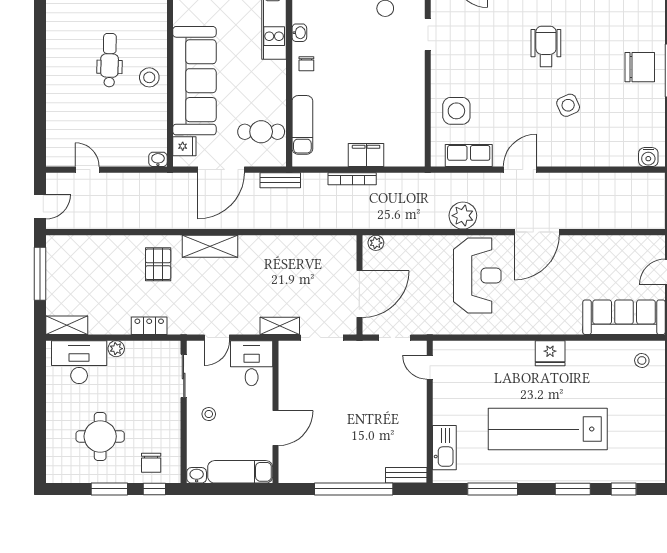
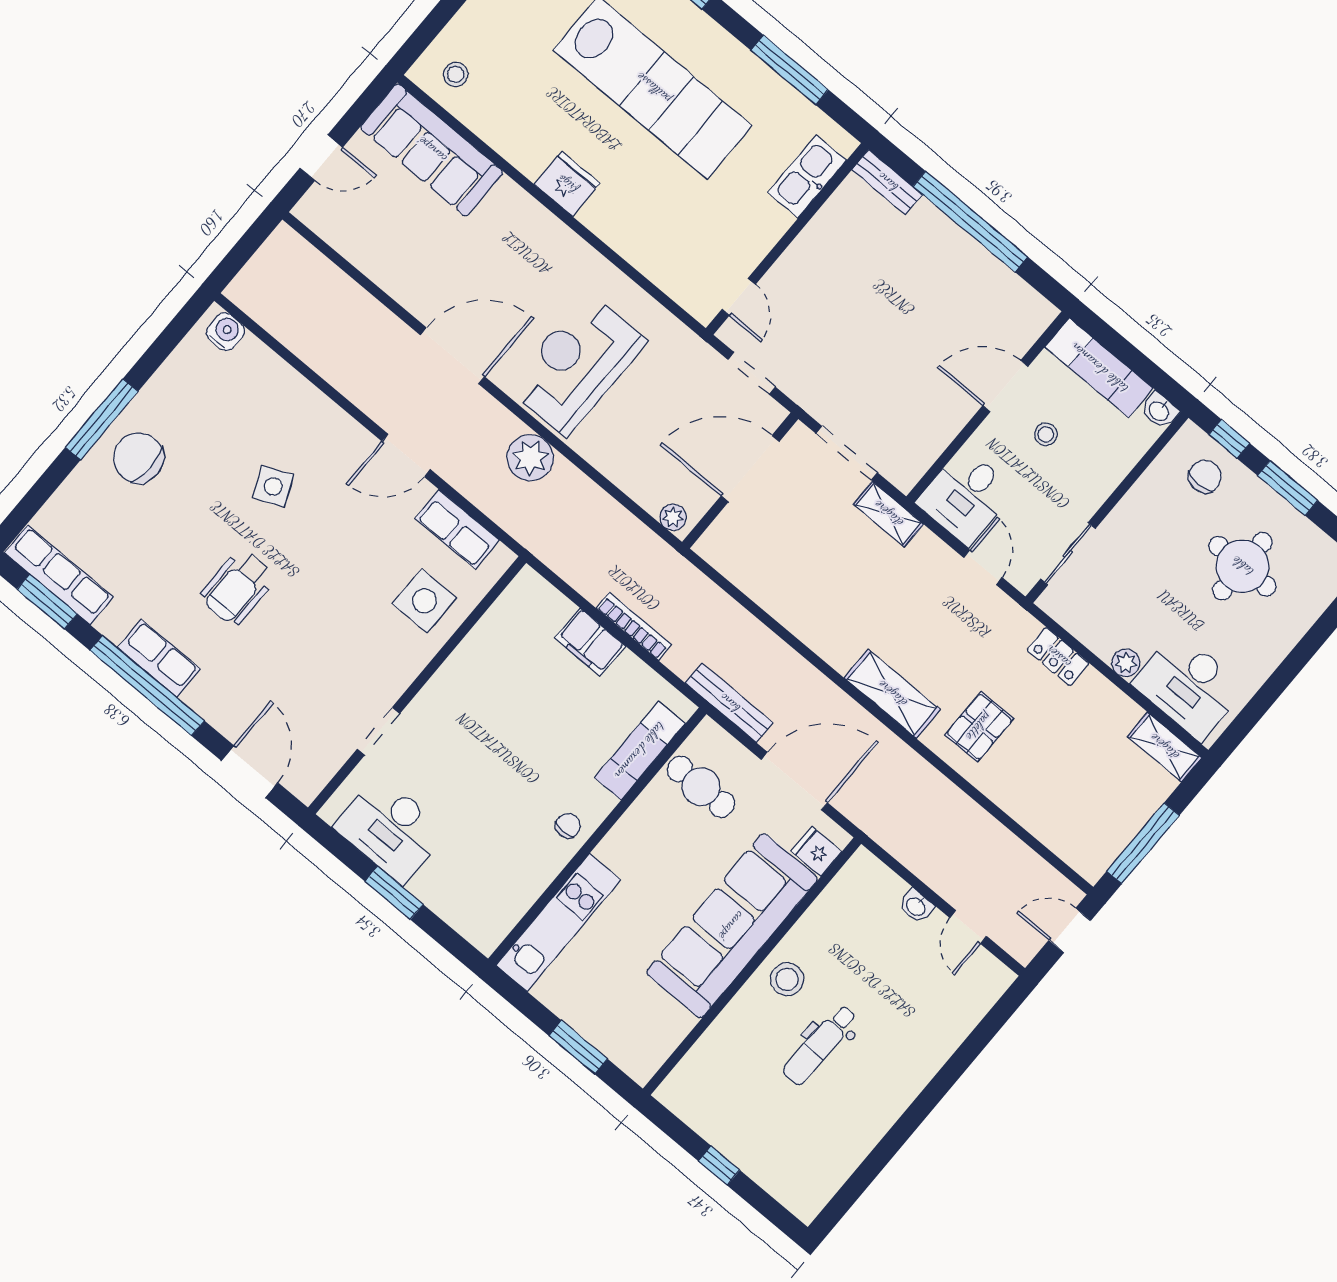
washbasin: (299, 33) -> (543, 874), removed
washbasin: (158, 159) -> (916, 906), moved
bench: (280, 180) -> (729, 703), width x1.36
door: (217, 338) -> (983, 567), hinge flipped
stool: (209, 414) -> (1046, 434), moved

